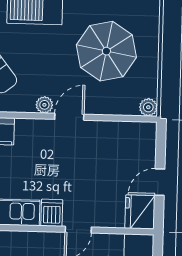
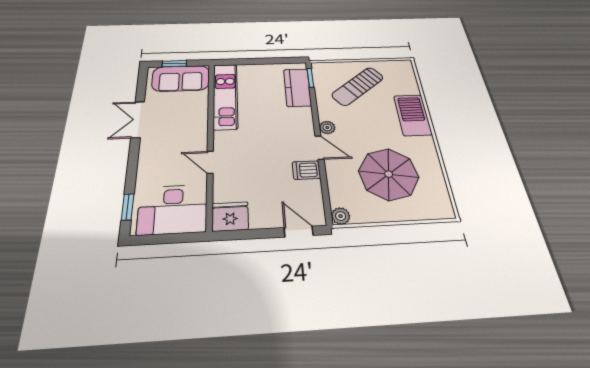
door: (160, 182) -> (299, 232), moved
dishwasher: (52, 213) -> (306, 170), moved, turned 180

